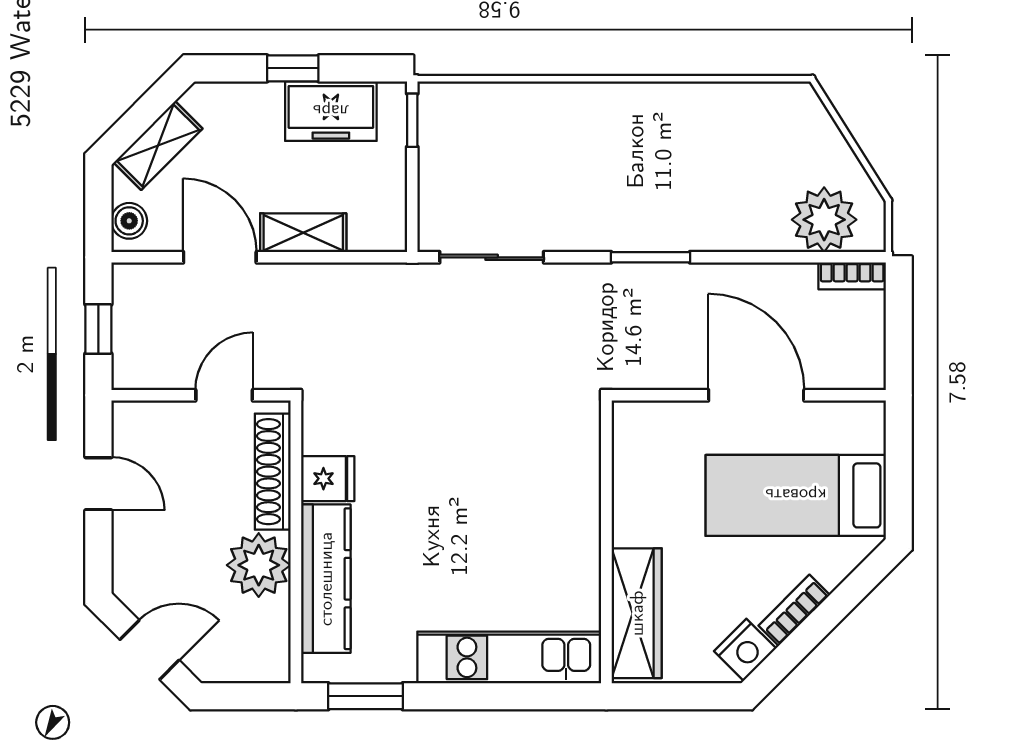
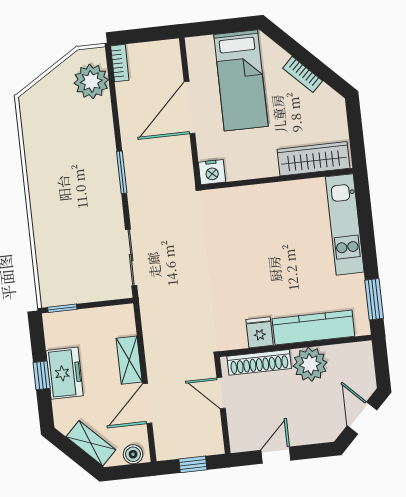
freezer: (331, 111) -> (65, 373), moved
nightstand: (745, 650) -> (212, 172), moved, turned 135

